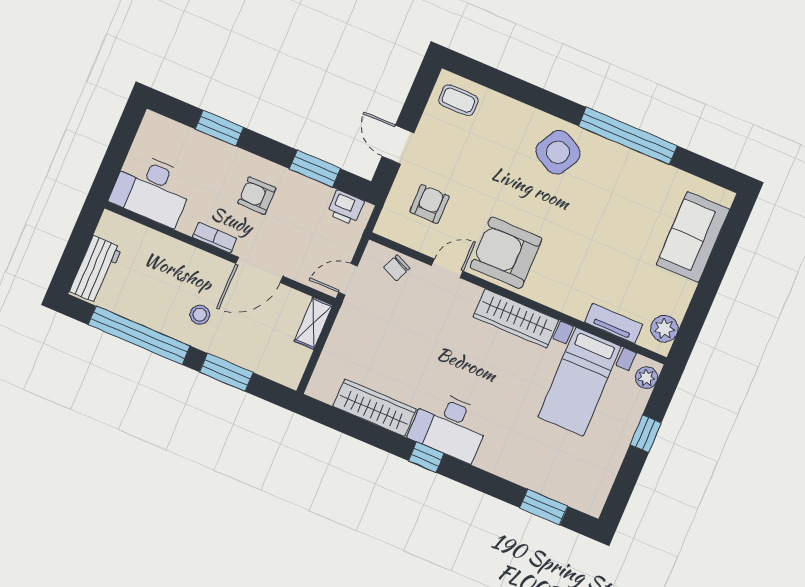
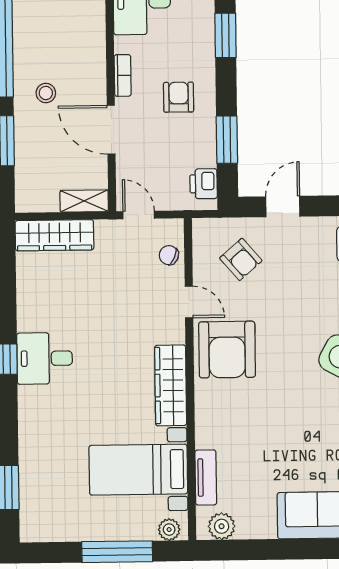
armchair: (429, 204) -> (241, 259), turned 49
armchair: (506, 253) -> (227, 350), turned 180
wardrobe: (375, 408) -> (54, 235), moved, turned 90
desk: (449, 426) -> (45, 358), width x0.73
window: (646, 434) -> (117, 552), width x2.17

